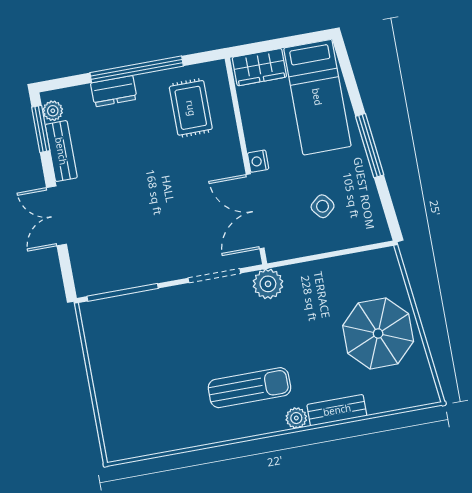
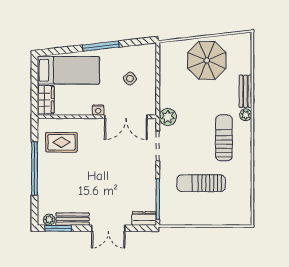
dresser: (114, 91) -> (144, 218), moved, turned -90
sun lounger: (164, 362) -> (201, 183), added

